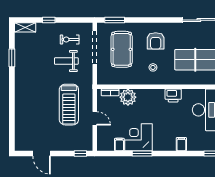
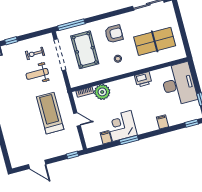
window: (115, 20) -> (71, 25), width x1.44
armchair: (156, 41) -> (114, 34), turned -90
treadmill: (69, 105) -> (50, 113), turned 180

